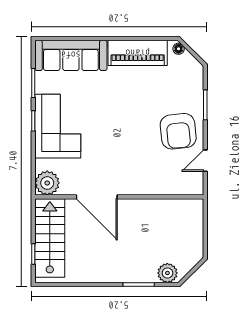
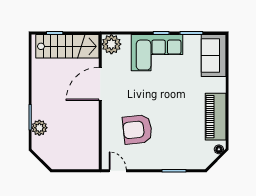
sofa: (71, 55) -> (214, 56), width x0.73
armchair: (178, 131) -> (137, 129), moved
door: (205, 161) -> (118, 171), moved
plant: (167, 273) -> (39, 128), moved

